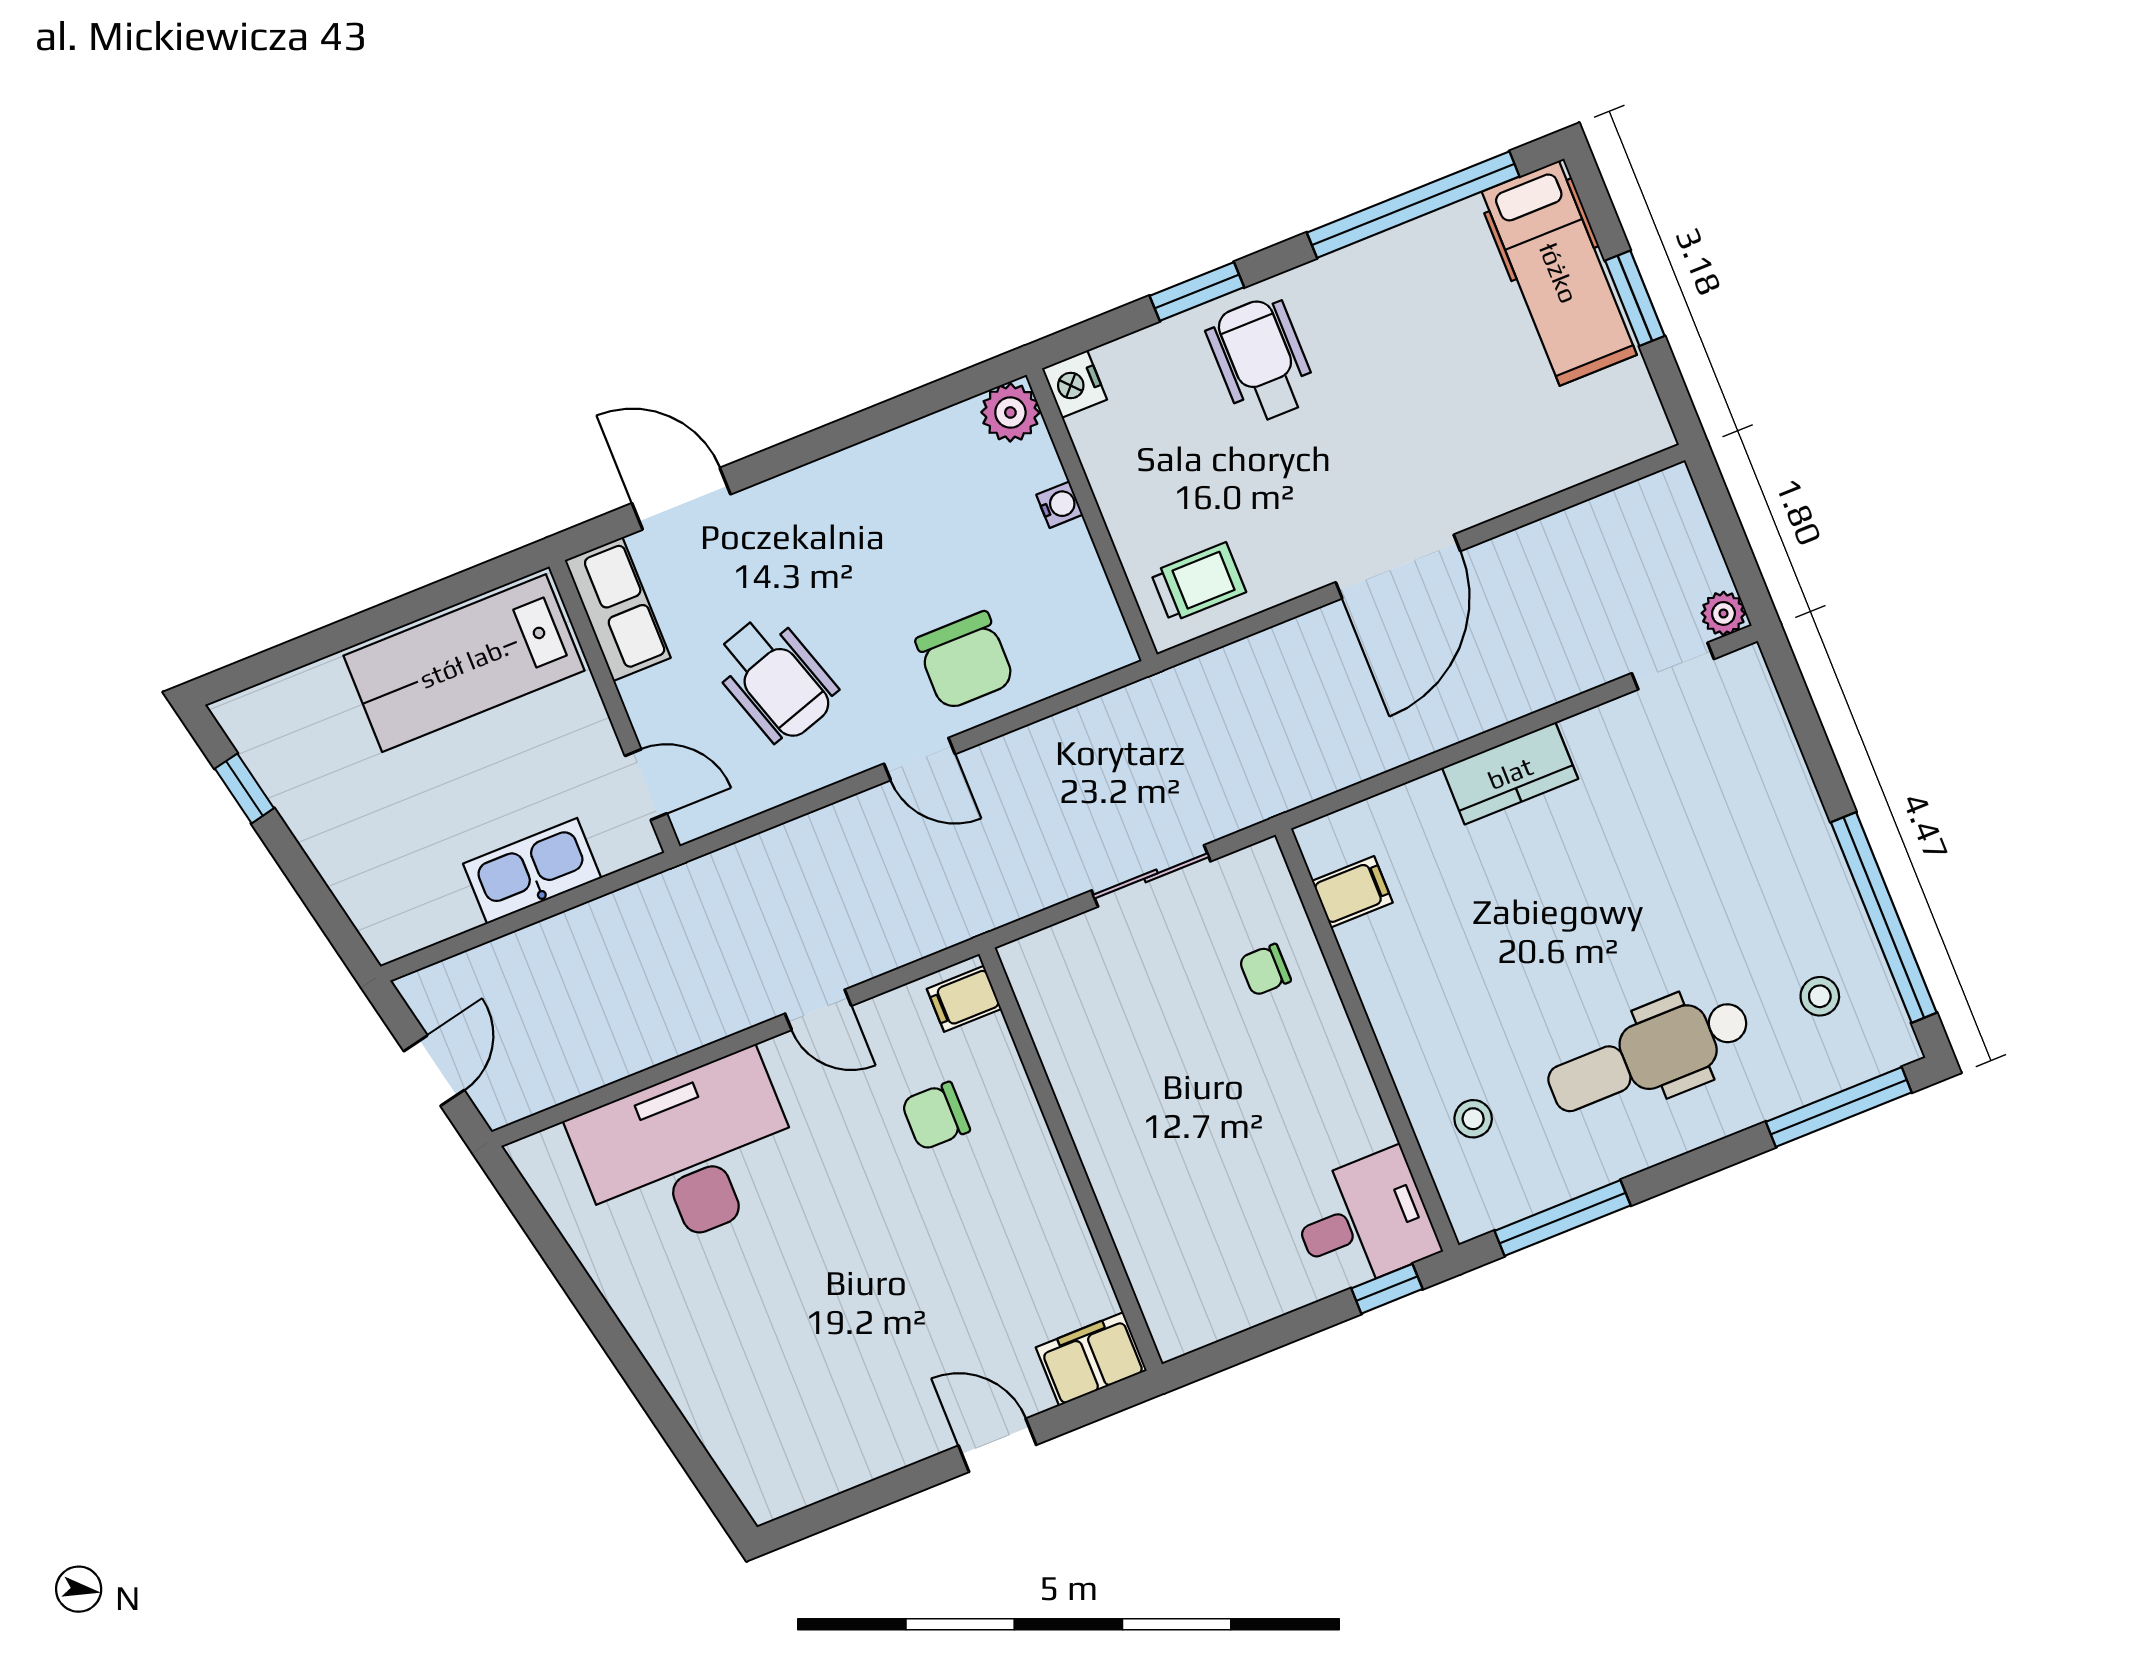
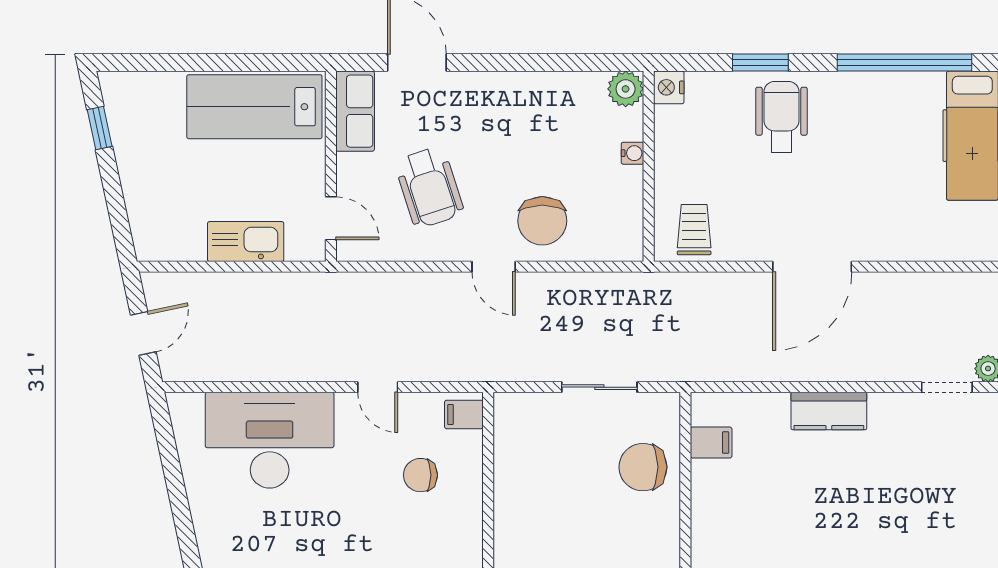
trolley: (1198, 582) -> (694, 230), turned -90
chair: (1265, 970) -> (643, 467), width x1.87, depth x1.87

